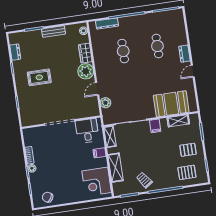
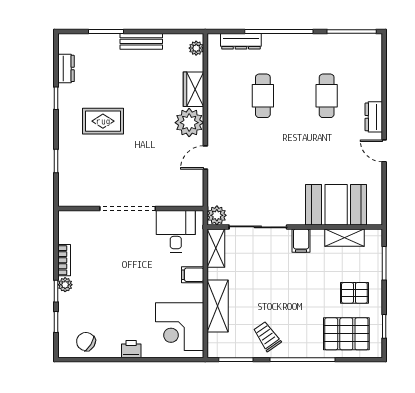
door: (193, 71) -> (384, 151), hinge flipped
plant: (105, 103) -> (217, 215), moved
pallet: (187, 172) -> (346, 334), width x1.50, depth x1.42
printer: (73, 198) -> (131, 349), added

